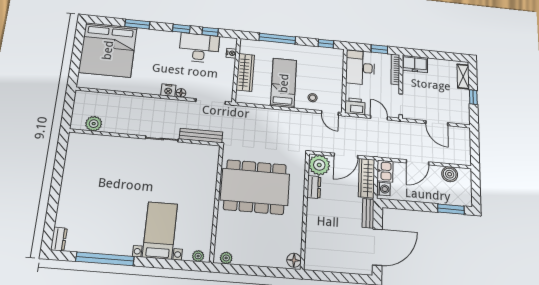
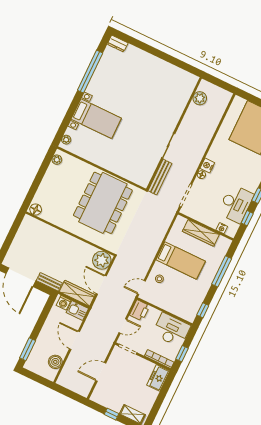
dresser: (314, 187) -> (86, 248), removed

